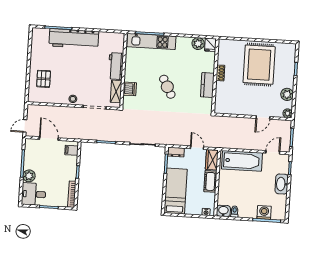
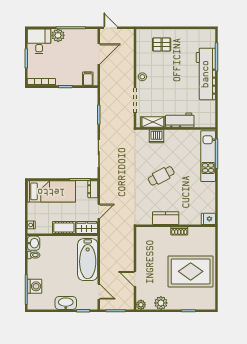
plant: (198, 44) -> (209, 206), removed

